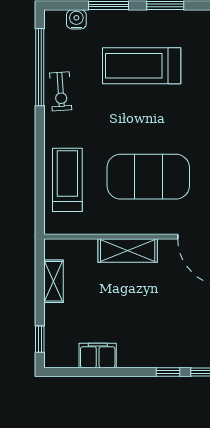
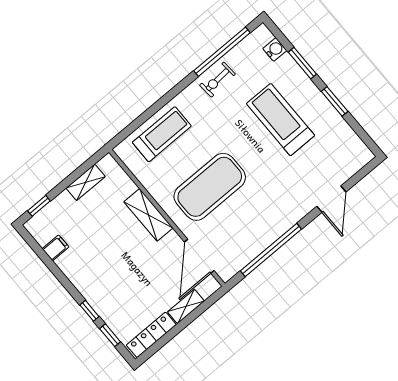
exercise mat: (148, 177) -> (210, 187), turned 90
filing cabinet: (98, 355) -> (56, 248), width x0.50

